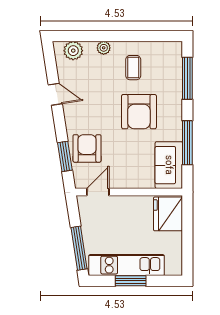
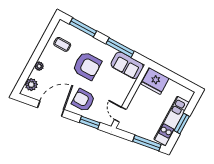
coffee table: (133, 68) -> (62, 44), moved
door: (55, 94) -> (51, 109), width x1.87
armchair: (87, 148) -> (83, 100), moved

